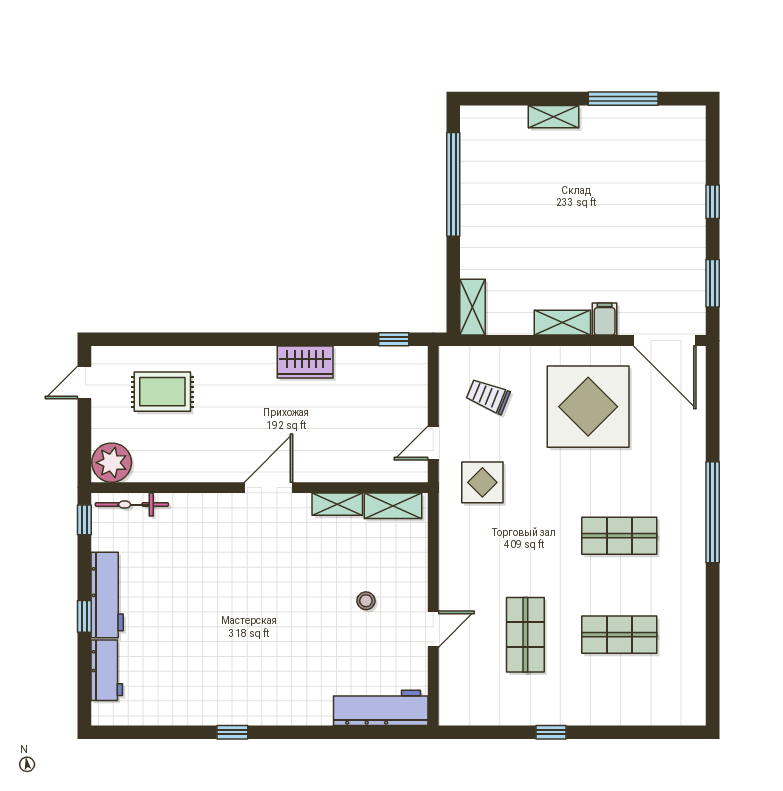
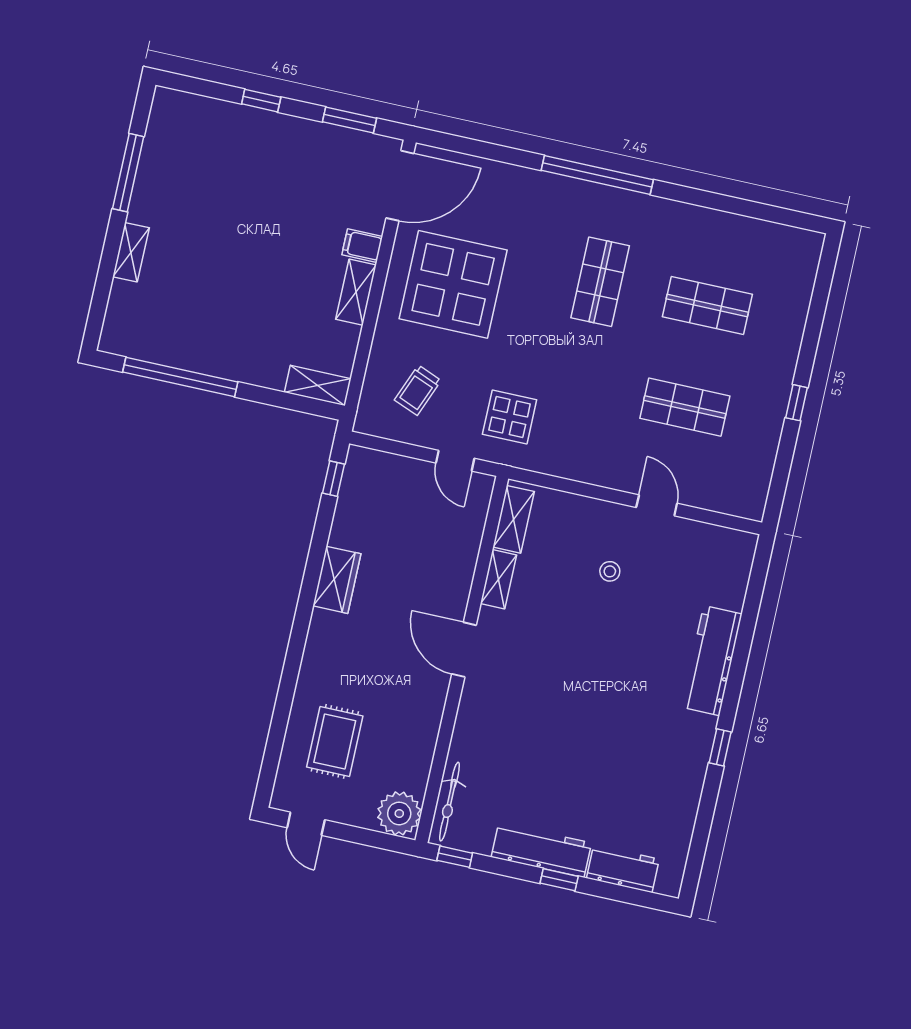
shop shelf: (619, 635) -> (707, 305), turned 90
workbench: (381, 708) -> (712, 661), moved

